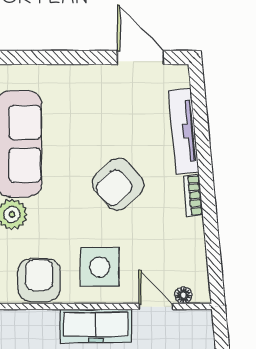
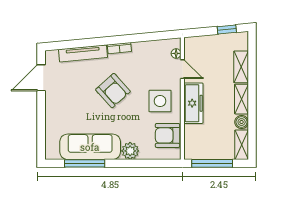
door: (156, 307) -> (182, 69), swing flipped

